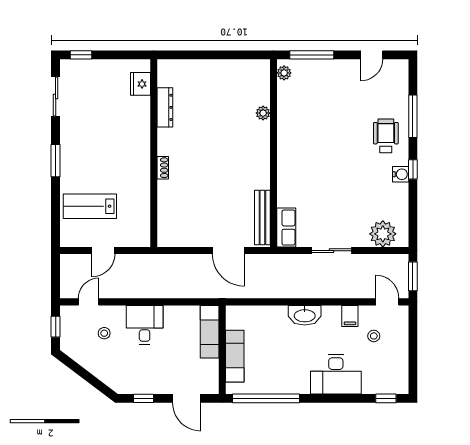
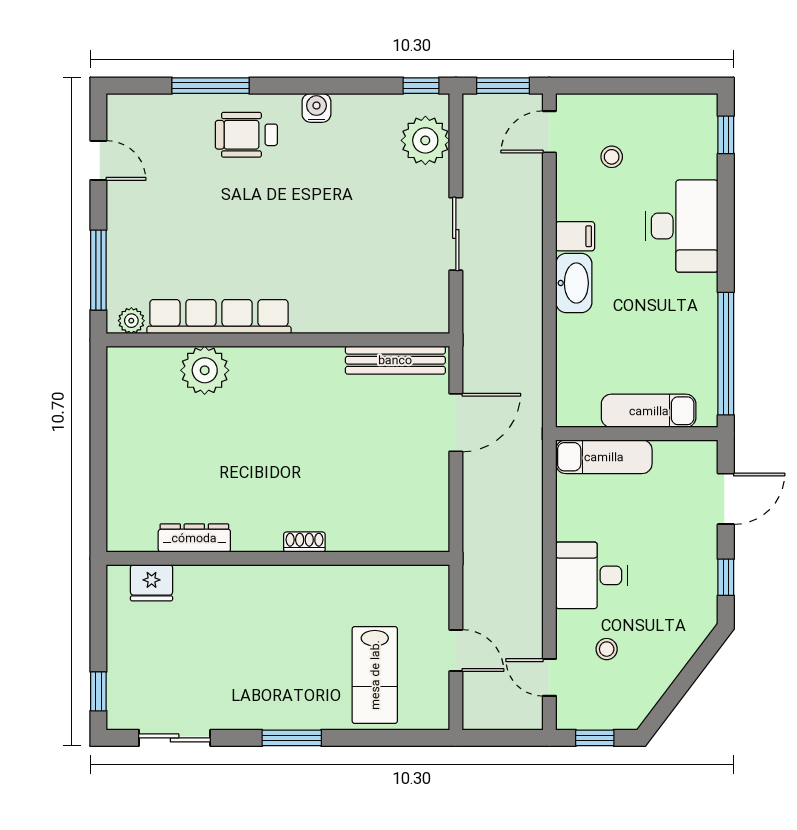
plant: (263, 113) -> (205, 370), width x1.88, depth x1.88
window: (413, 169) -> (421, 86), moved
row of seats: (286, 228) -> (219, 317), moved, width x2.02
filing cabinet: (350, 316) -> (575, 236), moved

